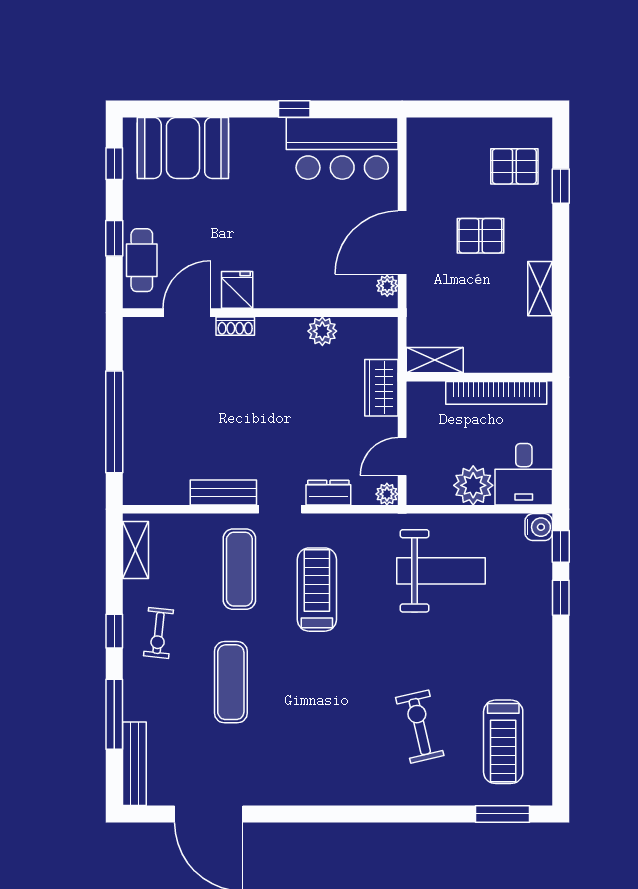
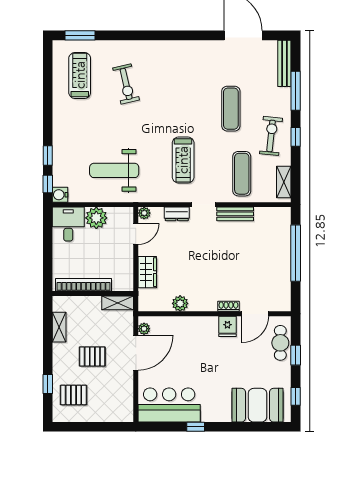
shelving: (435, 360) -> (118, 303), moved
wall: (479, 377) -> (93, 293), moved
bookcase: (496, 393) -> (84, 285), moved
exercise mat: (239, 569) -> (242, 174), moved
exercise bike: (159, 633) -> (271, 136), width x1.38, depth x1.39

